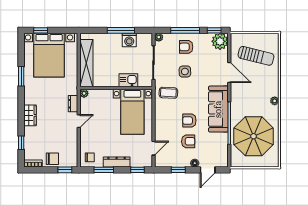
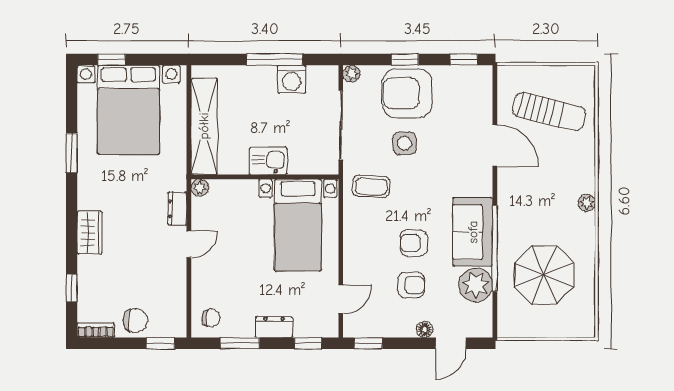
window: (185, 30) -> (405, 60), width x0.46
plant: (220, 41) -> (476, 285), moved
armchair: (186, 47) -> (407, 93), width x1.88, depth x1.88
kitchen sink: (128, 80) -> (268, 161), moved
sofa: (218, 109) -> (473, 232), width x0.73
parasol: (254, 136) -> (544, 275), width x0.73, depth x0.73
dresser: (117, 162) -> (274, 327), width x0.70
window: (178, 170) -> (368, 343), moved

